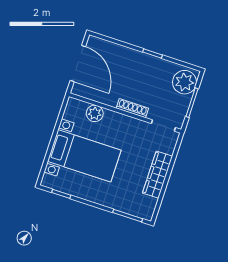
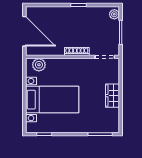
plant: (185, 82) -> (114, 14), width x0.53, depth x0.53
plant: (95, 113) -> (39, 65), moved
wardrobe: (158, 175) -> (112, 96), width x0.67

